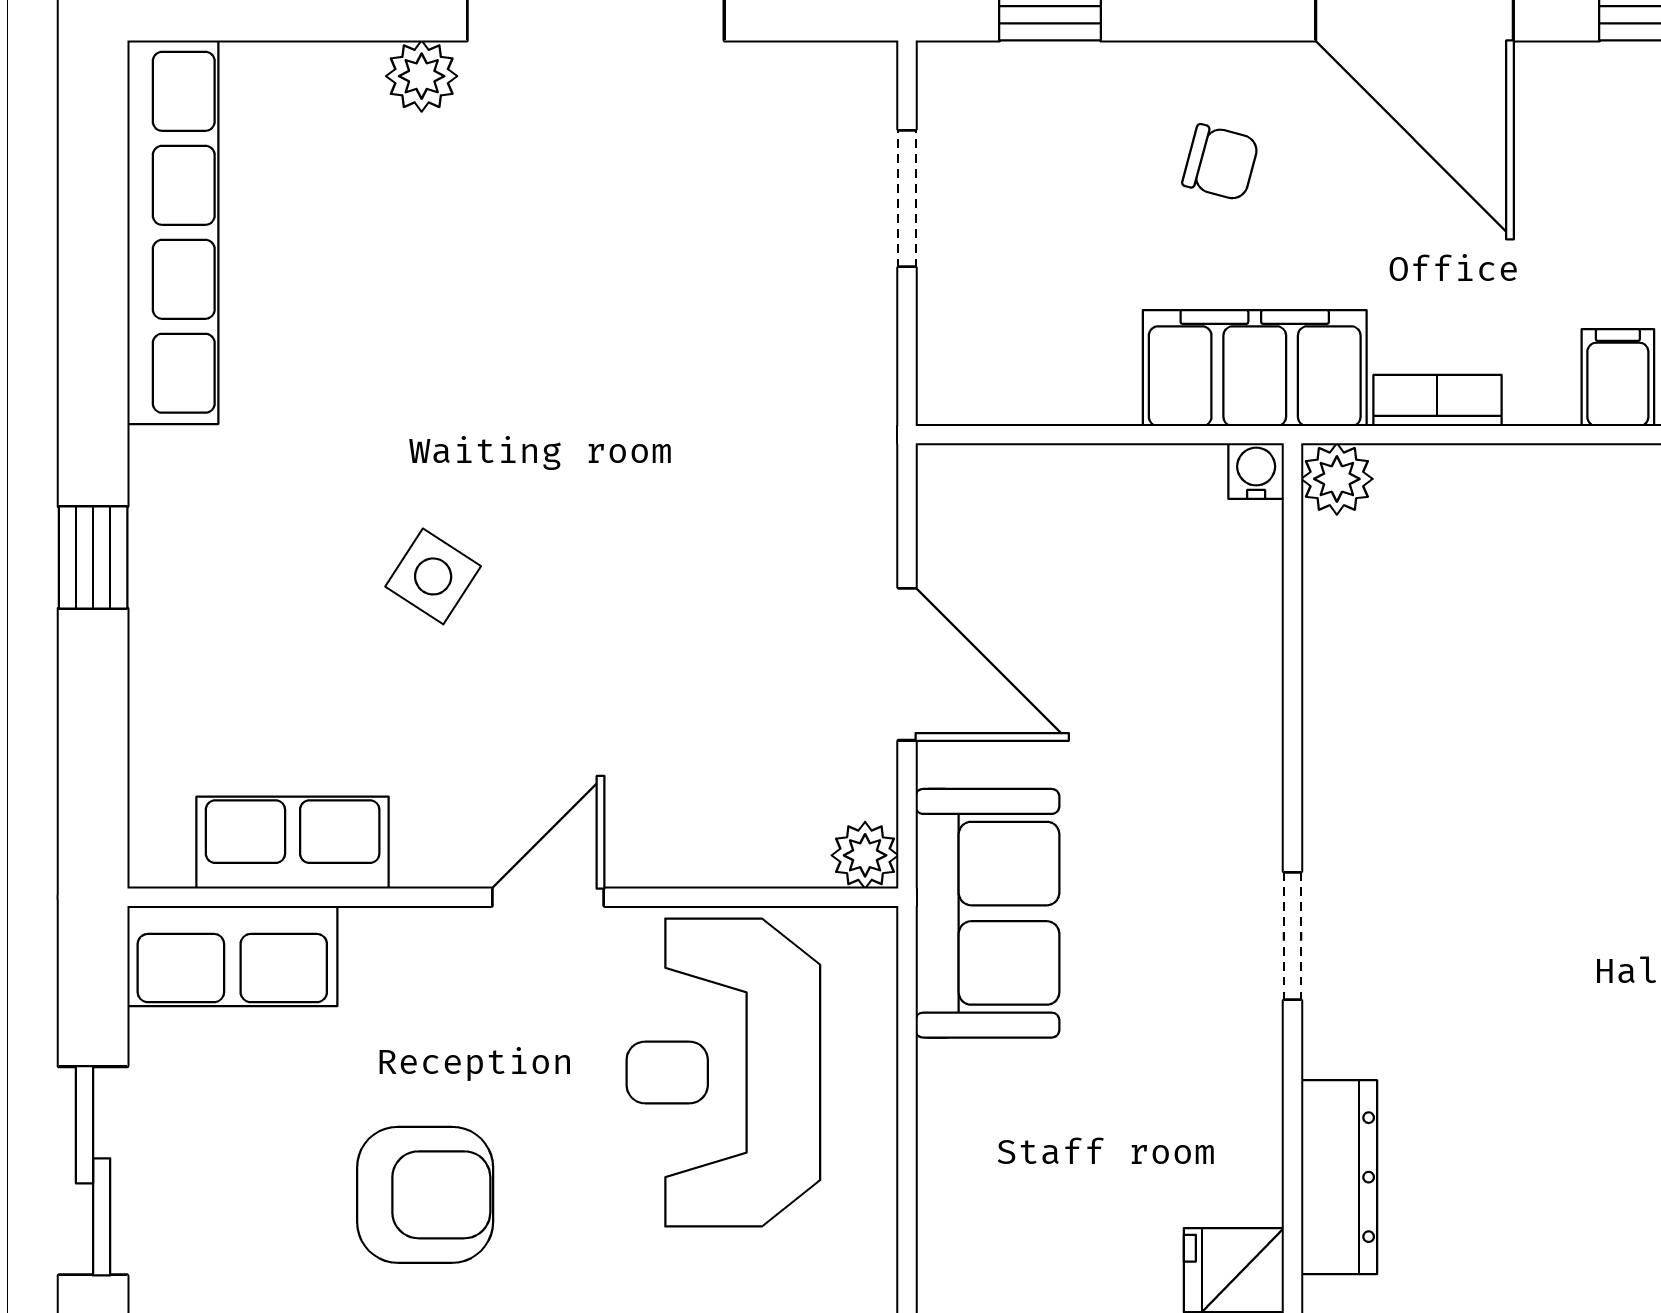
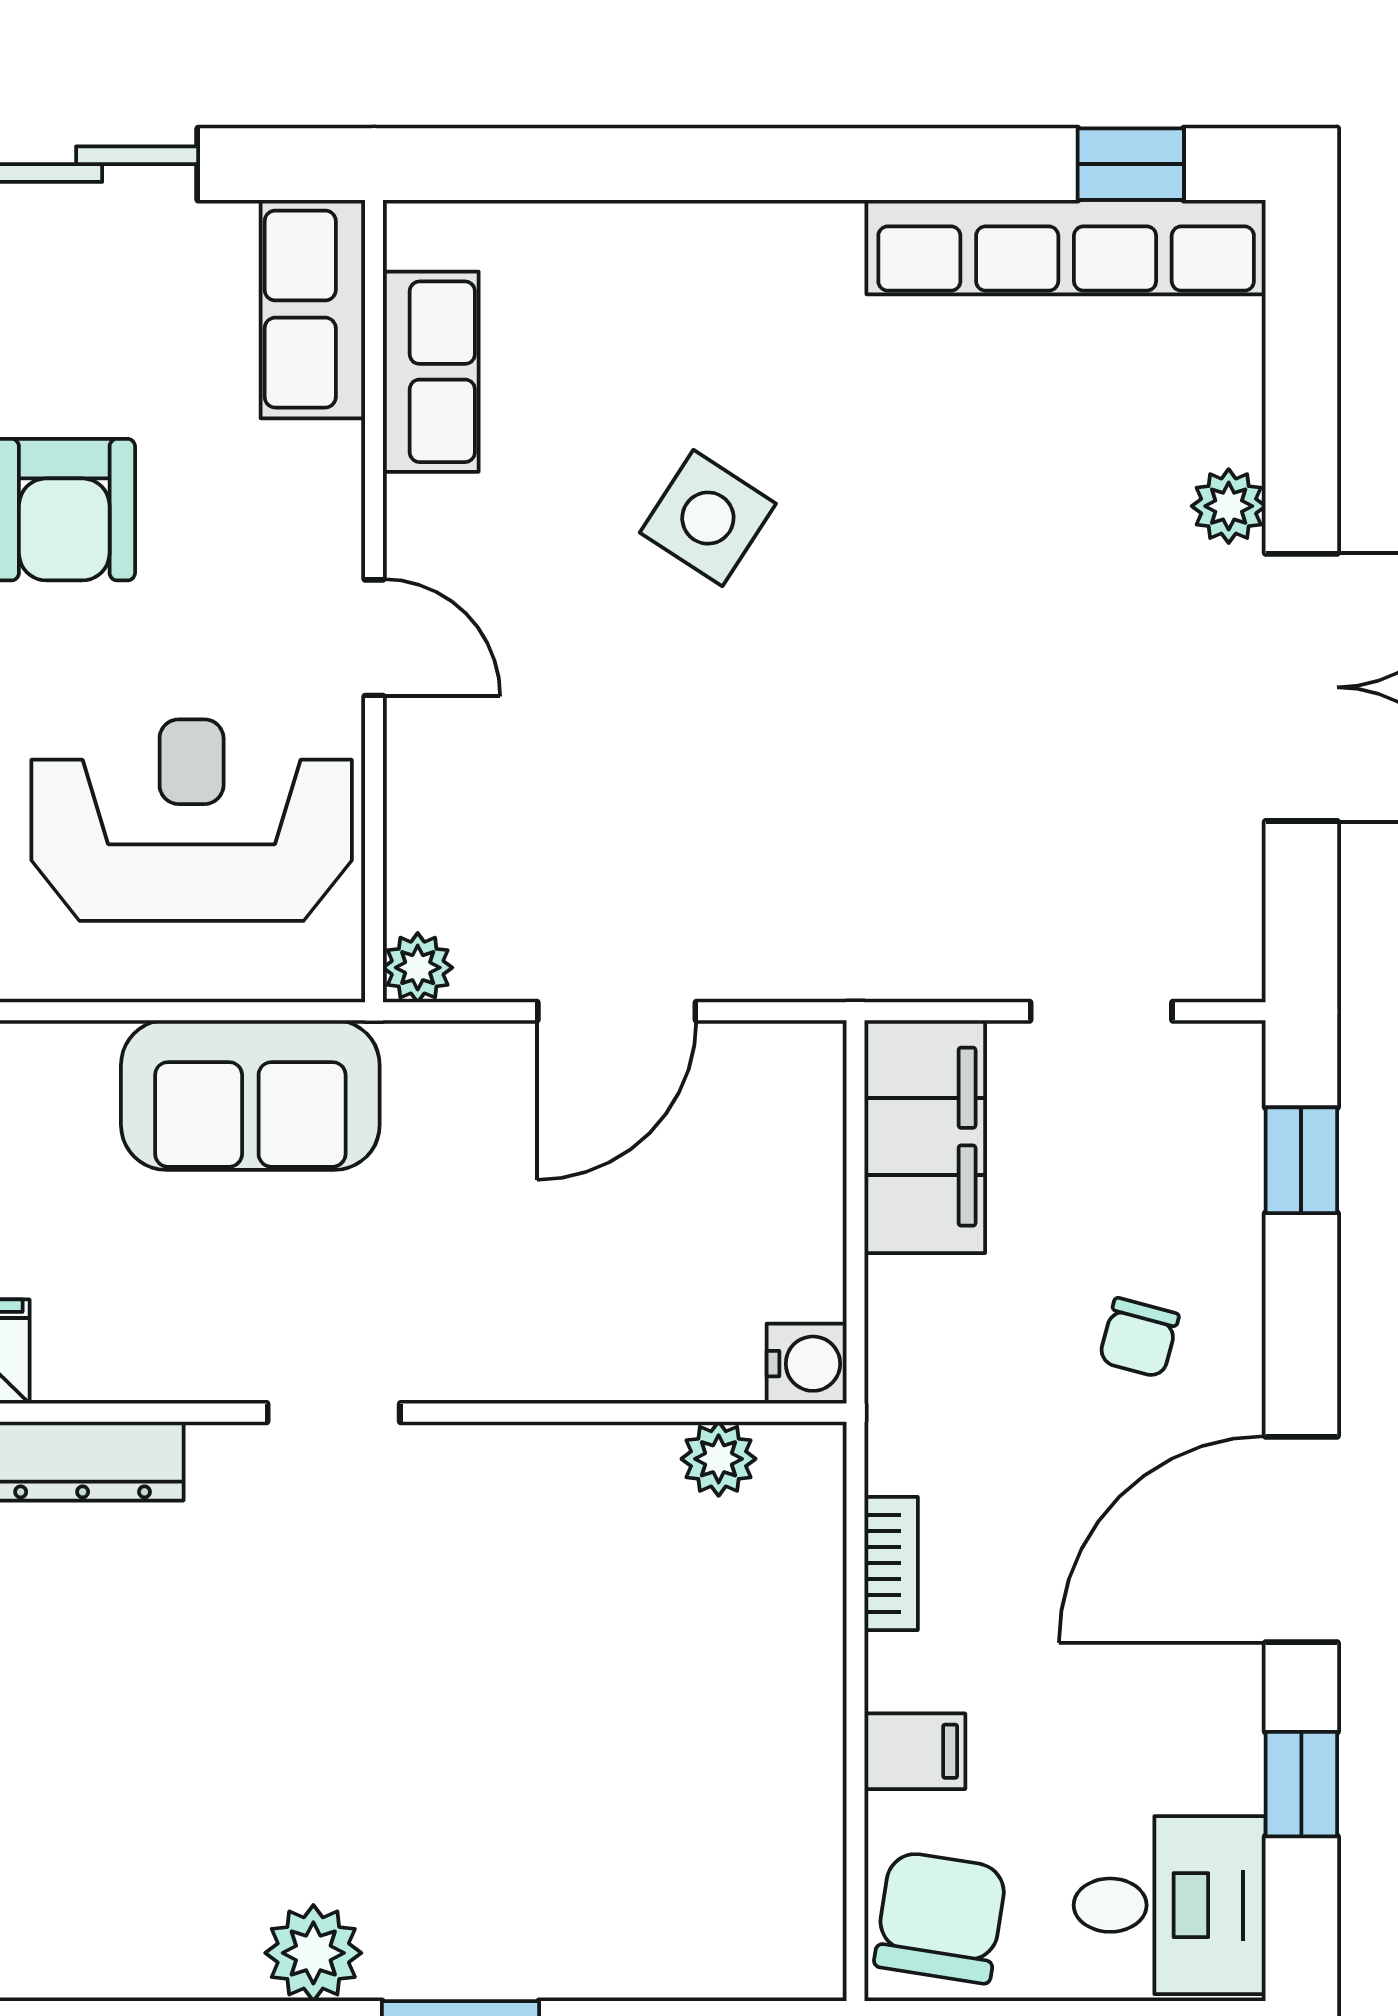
filing cabinet: (1255, 368) -> (925, 1137), moved
water cooler: (1256, 471) -> (807, 1364), width x1.38, depth x1.38
plant: (1337, 479) -> (719, 1459), moved
window: (93, 558) -> (1131, 164), moved
side table: (433, 576) -> (708, 518), width x1.37, depth x1.37
sofa: (987, 913) -> (250, 1095), moved

